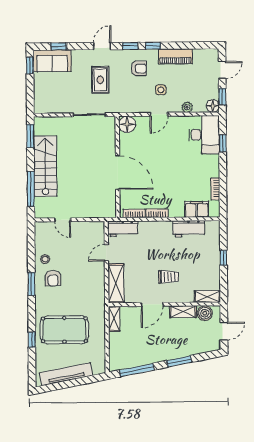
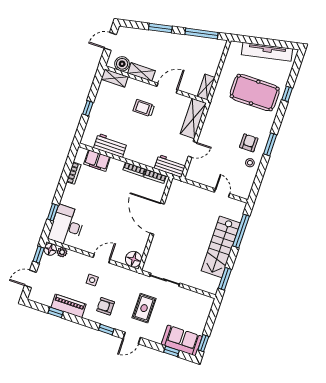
window: (153, 46) -> (56, 312), moved
plant: (187, 107) -> (62, 252), moved

